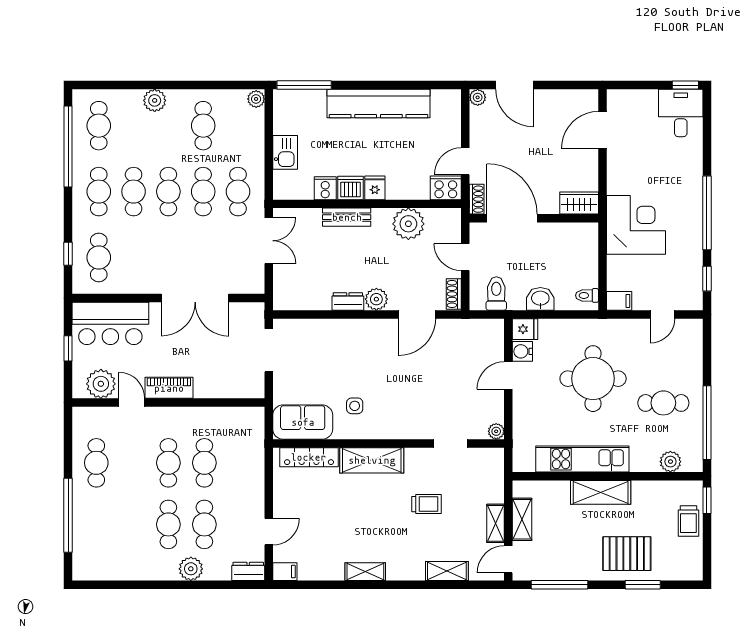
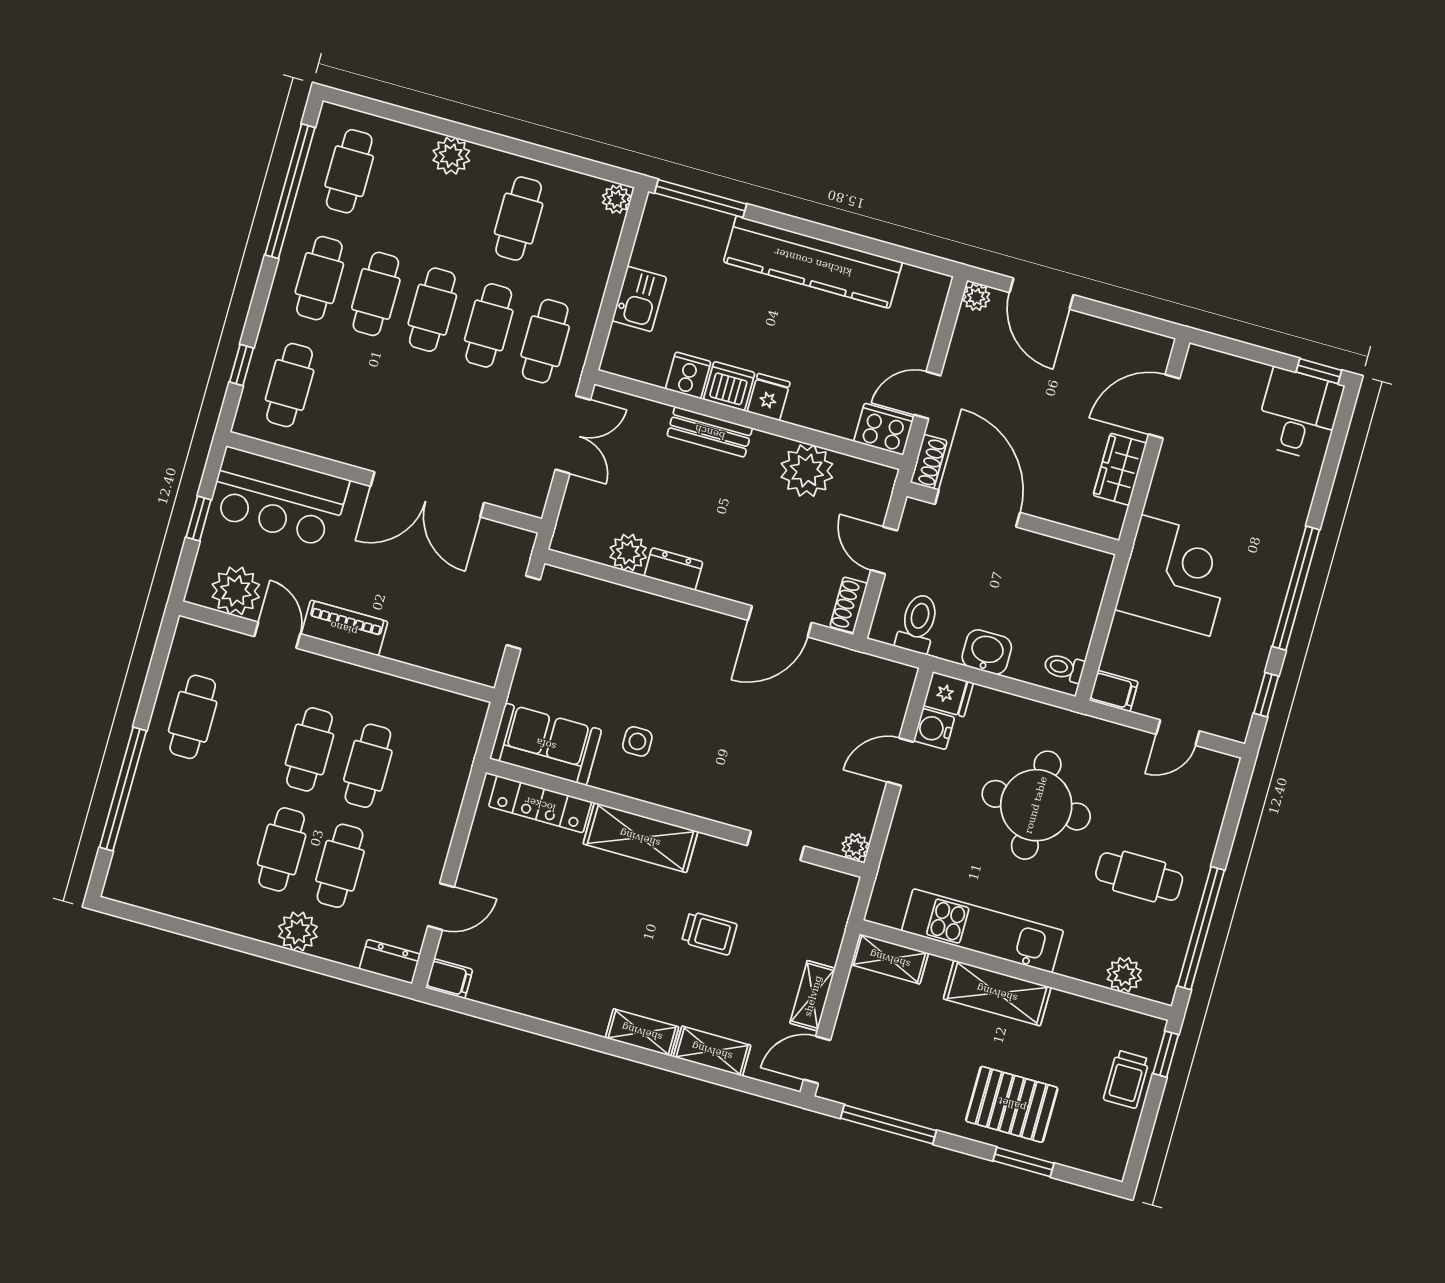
wardrobe: (579, 203) -> (1120, 469), moved, turned -90
plant: (376, 299) -> (628, 552), moved
shelving: (522, 519) -> (890, 959), moved, turned 90
shelving: (365, 572) -> (642, 1032), moved

